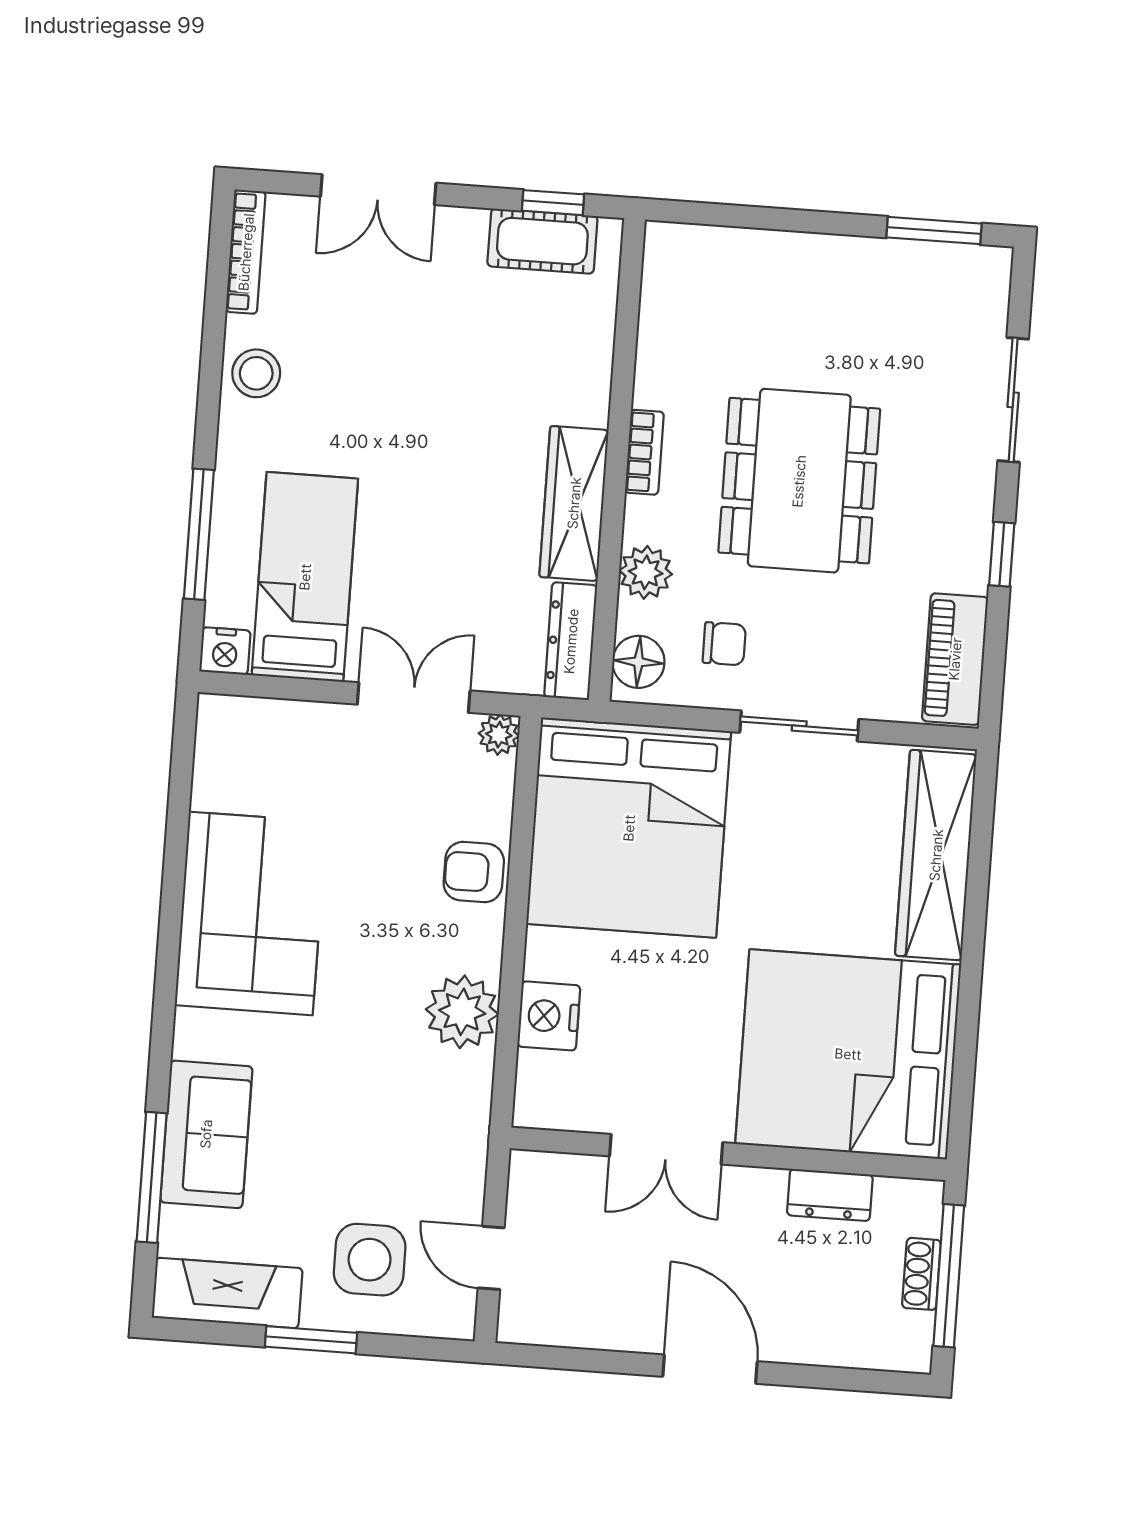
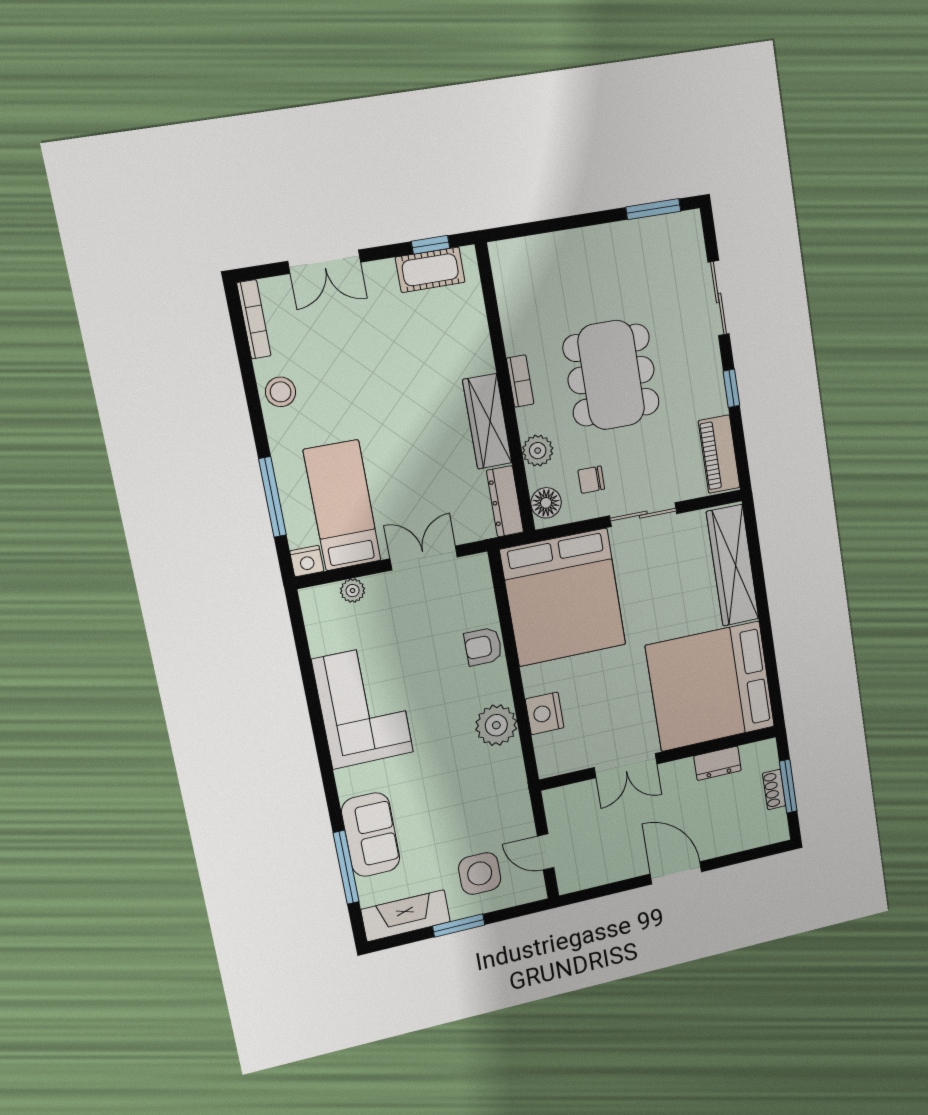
chair: (724, 644) -> (591, 480), turned 180
plant: (499, 735) -> (353, 591), moved
window: (949, 1276) -> (788, 786), width x0.69

